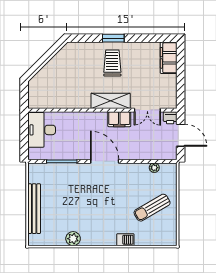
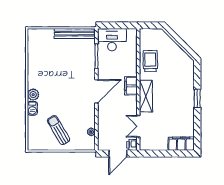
trolley: (112, 63) -> (150, 61), moved, turned -91
filing cabinet: (119, 119) -> (131, 86), moved
desk: (42, 130) -> (112, 40), moved
bench: (34, 209) -> (75, 34), moved
plant: (73, 239) -> (33, 95), moved

